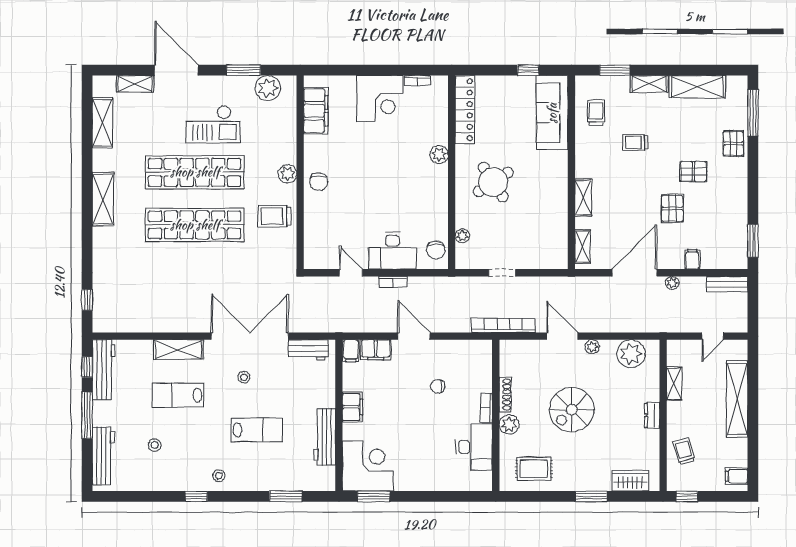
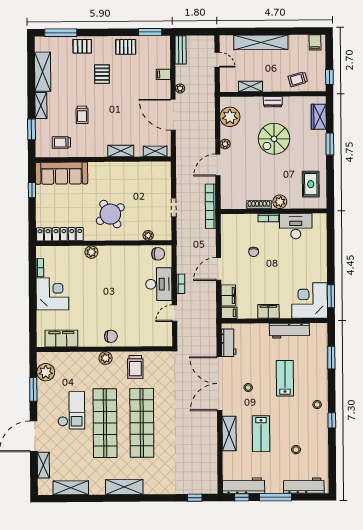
pallet: (672, 208) -> (126, 47), moved
spiral stairs: (572, 410) -> (274, 139), moved, turned 90

